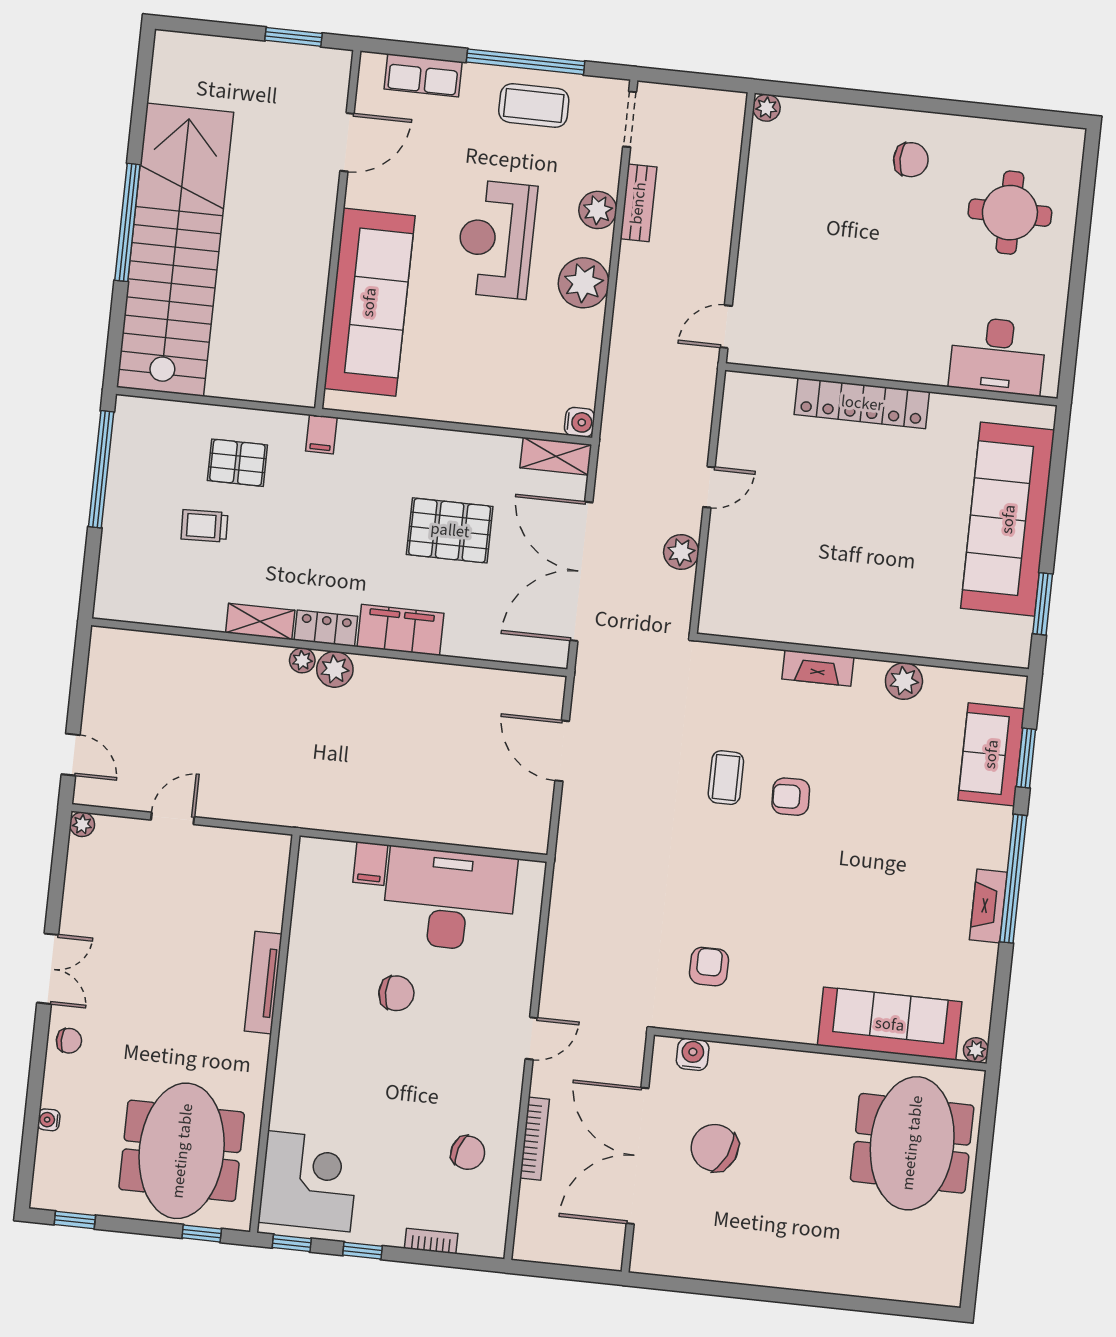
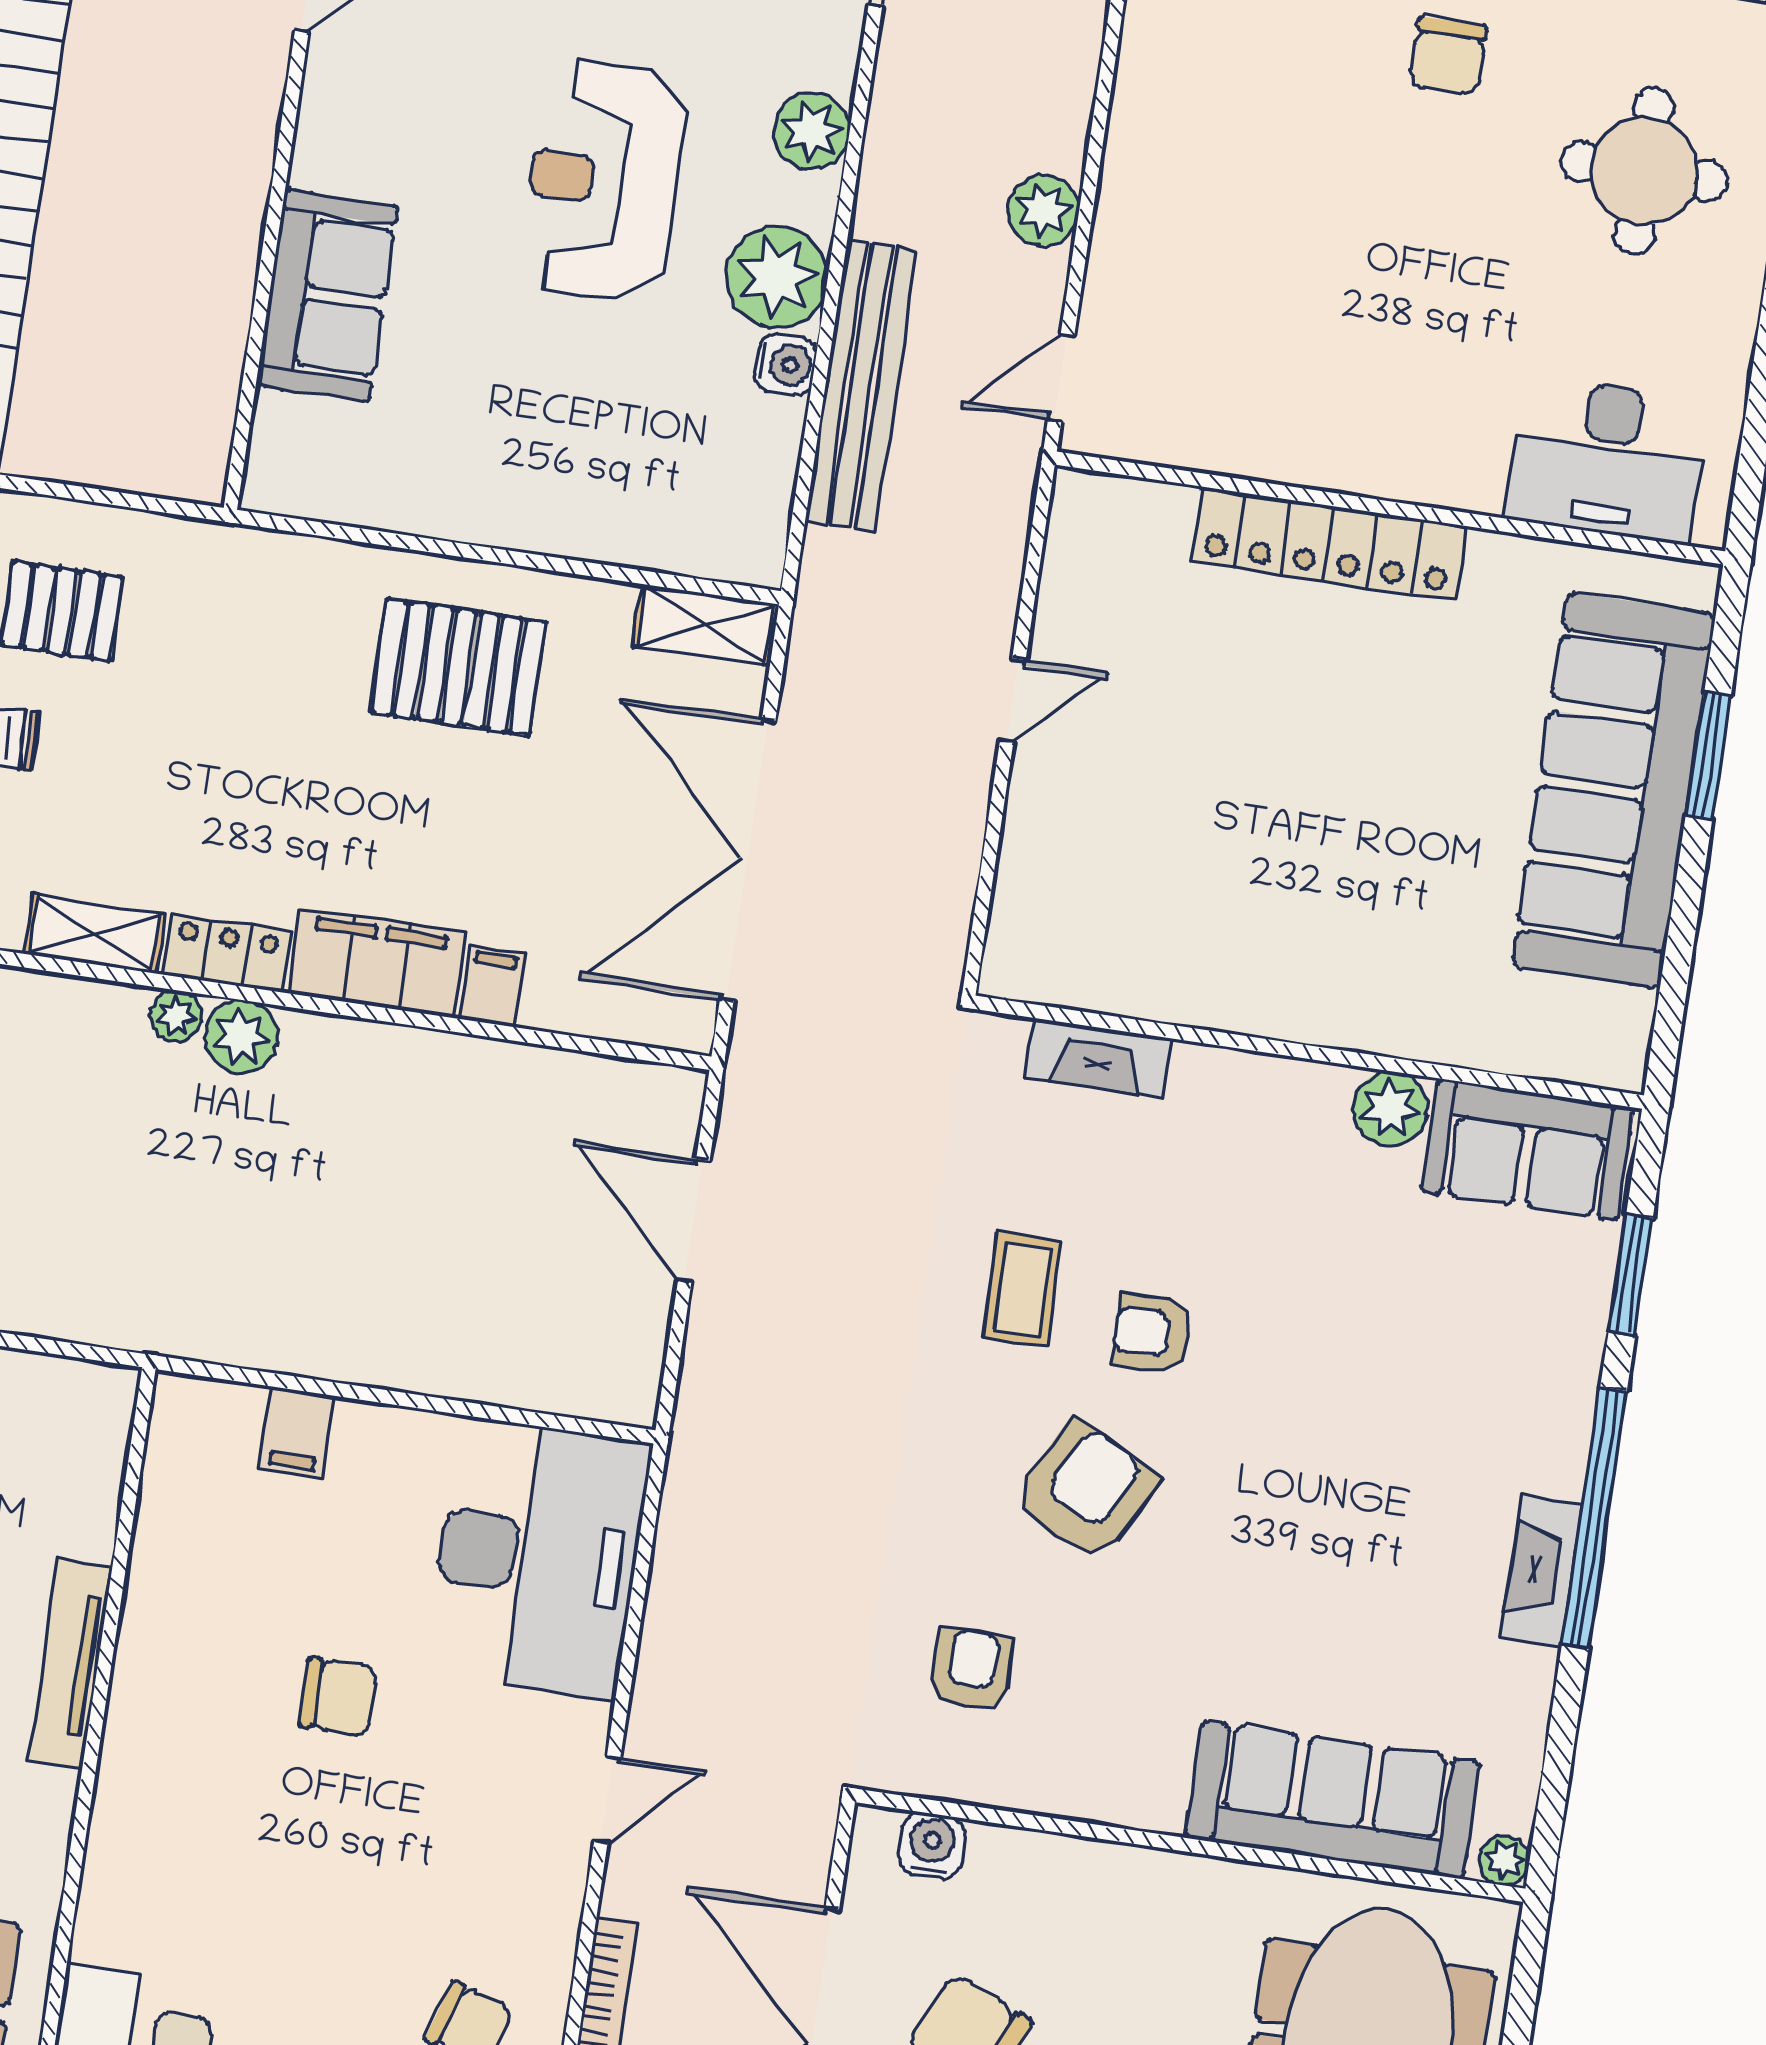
chair: (911, 160) -> (1448, 56), turned 90
bench: (638, 203) -> (861, 385), moved, width x1.86, depth x1.21
sofa: (369, 302) -> (327, 295), width x0.54, depth x0.79
water cooler: (579, 422) -> (786, 364), moved
filing cabinet: (321, 434) -> (492, 986), moved, turned 180
pallet: (450, 530) -> (459, 667), moved
plant: (681, 552) -> (1044, 210), moved
window: (1043, 604) -> (1708, 756), moved
fireplace: (818, 668) -> (1098, 1058), moved
sofa: (991, 754) -> (1528, 1150), moved, turned -90
armchair: (761, 876) -> (1086, 1491), added
desk: (449, 900) -> (538, 1558), moved, turned 90

